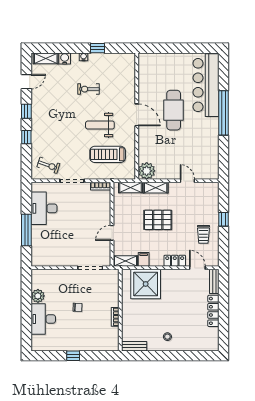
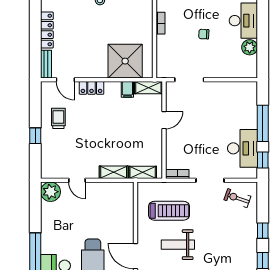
weight bench: (100, 125) -> (178, 245), turned 180
plant: (147, 171) -> (50, 192), moved
window: (26, 198) -> (263, 160), added
pallet: (158, 220) -> (111, 135), removed

